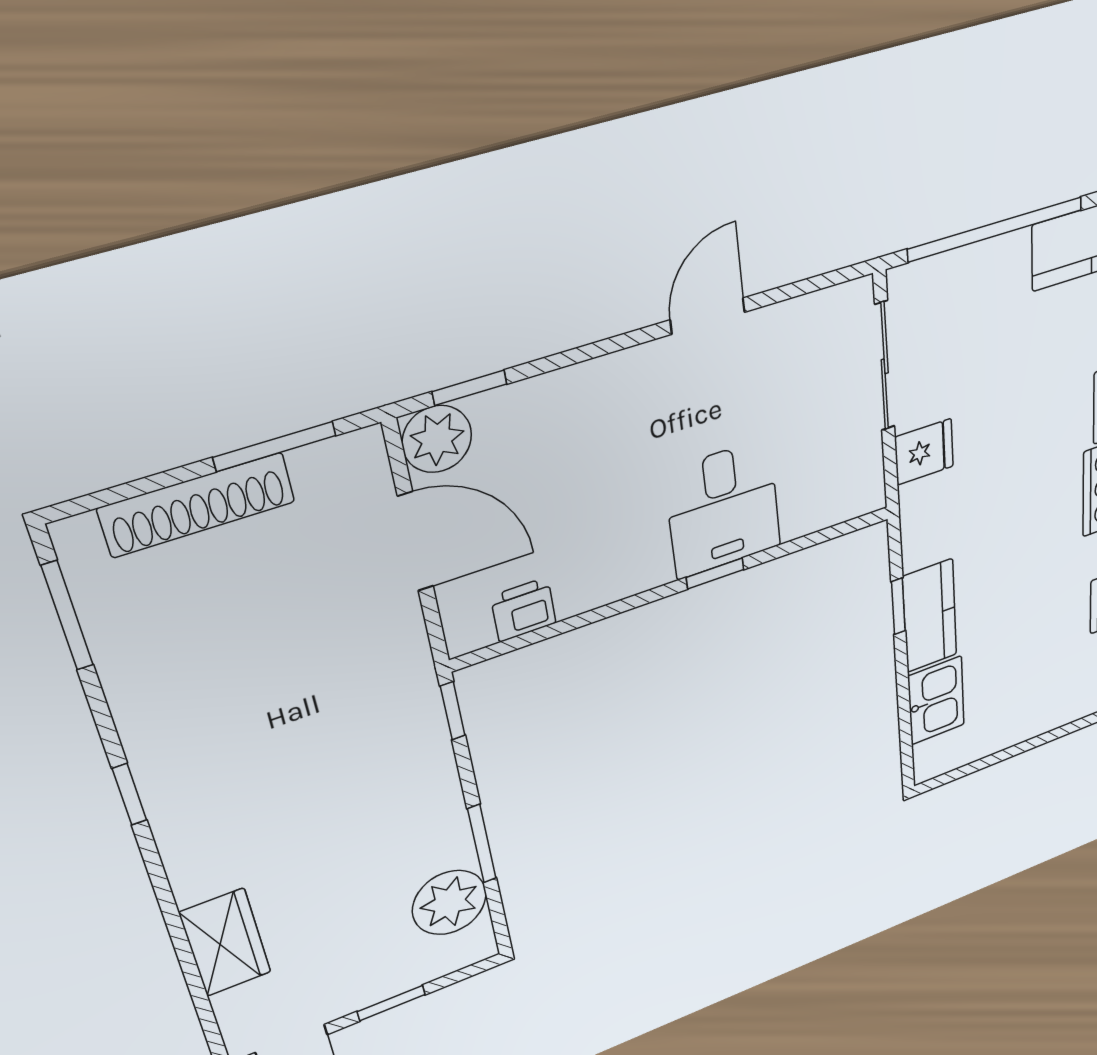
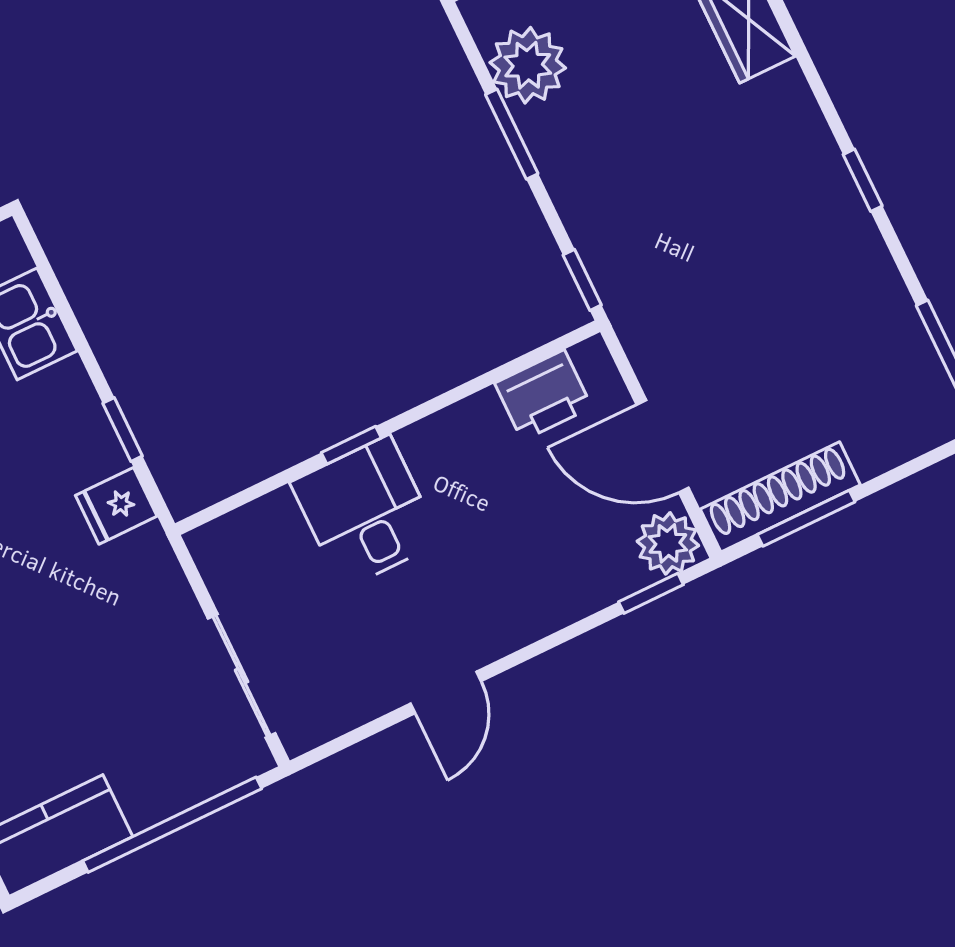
fridge: (924, 452) -> (116, 506), moved
shoe rack: (197, 505) -> (780, 497), moved
printer: (524, 610) -> (543, 395), width x1.36, depth x1.24
kitchen counter: (930, 616) -> (78, 422), removed

